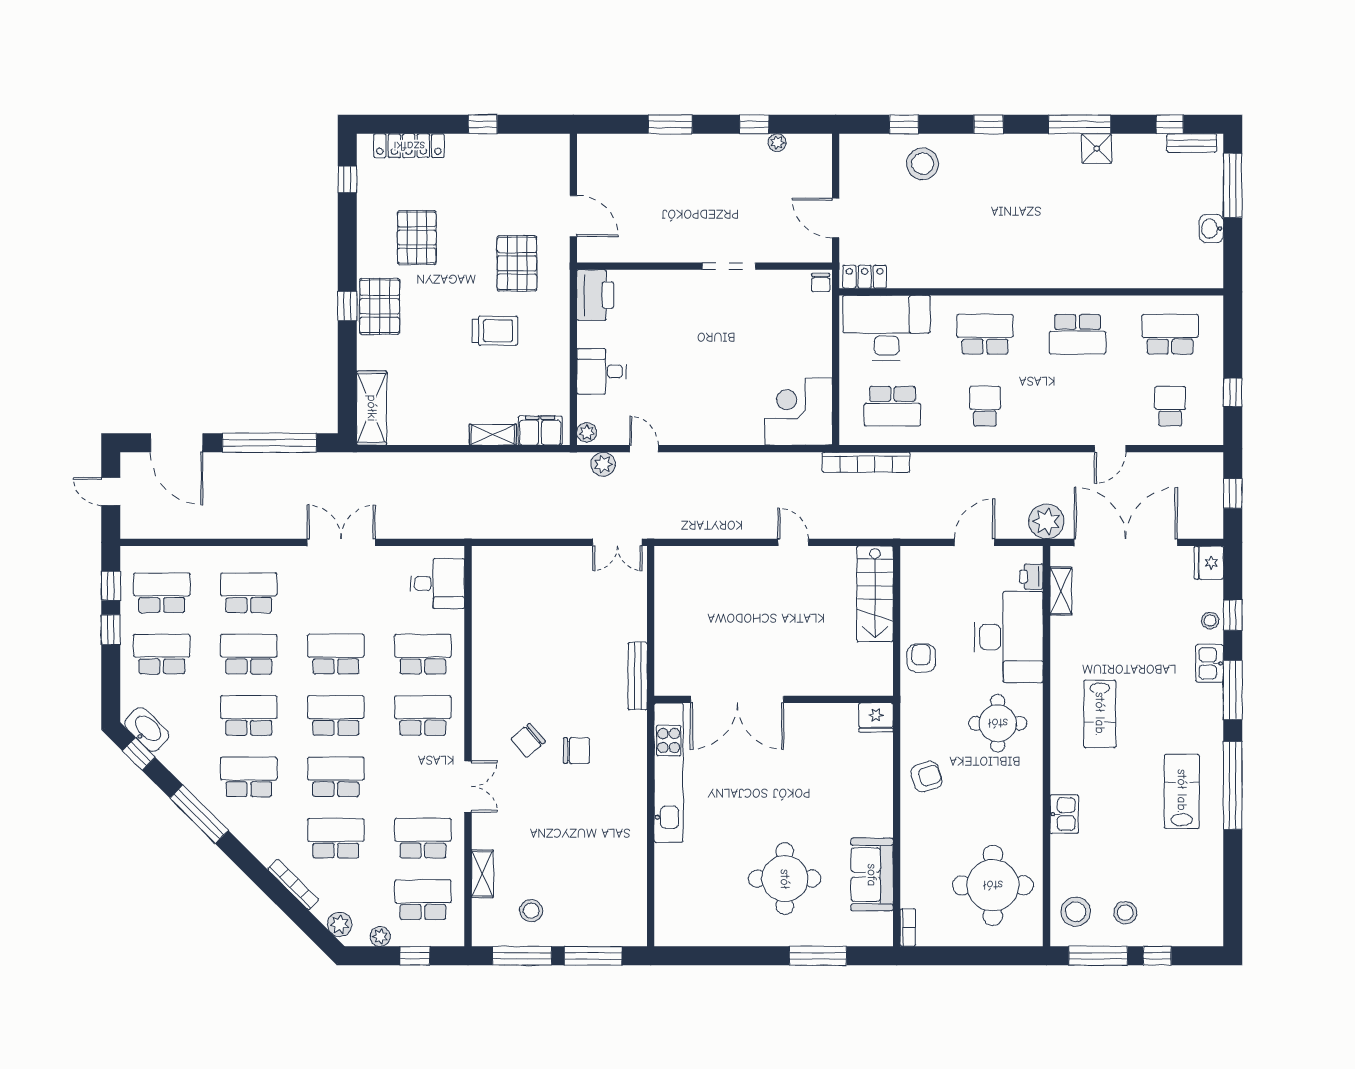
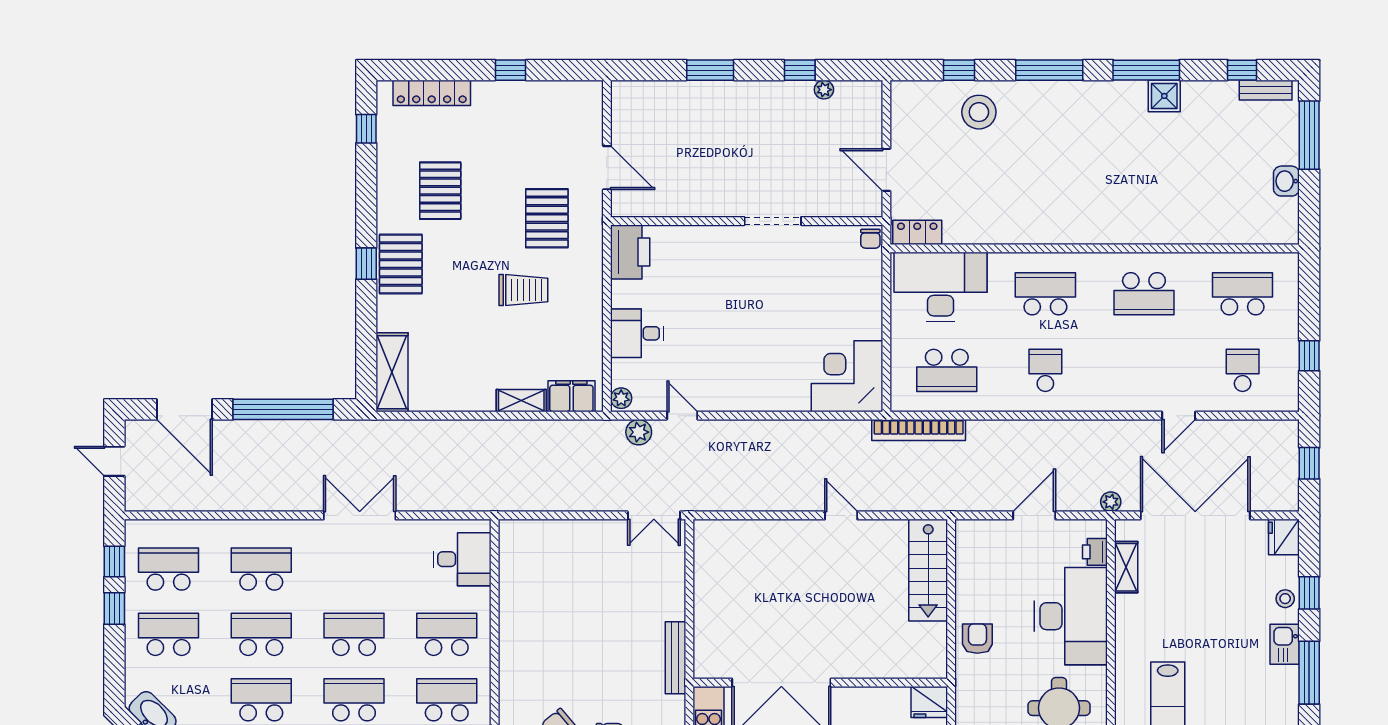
window: (989, 124) -> (1049, 70), width x2.17
plant: (1046, 521) -> (1111, 502), width x0.53, depth x0.53

